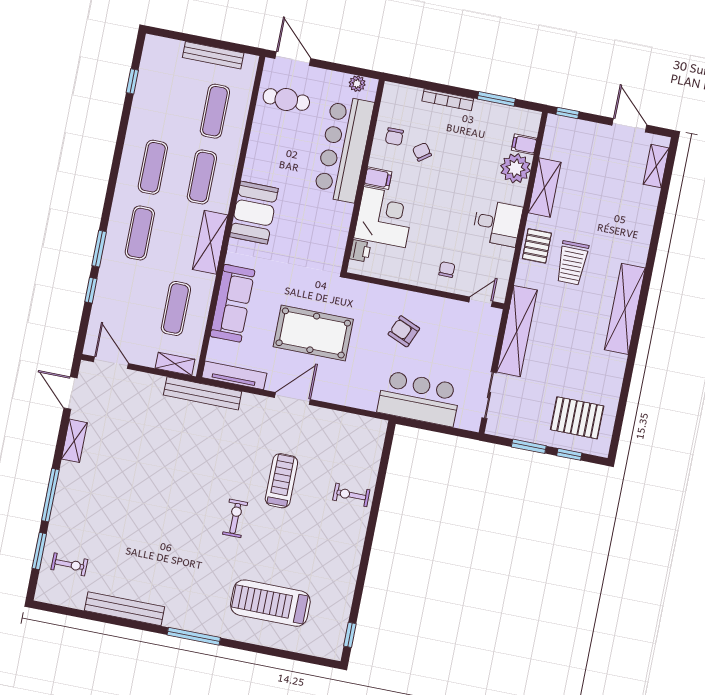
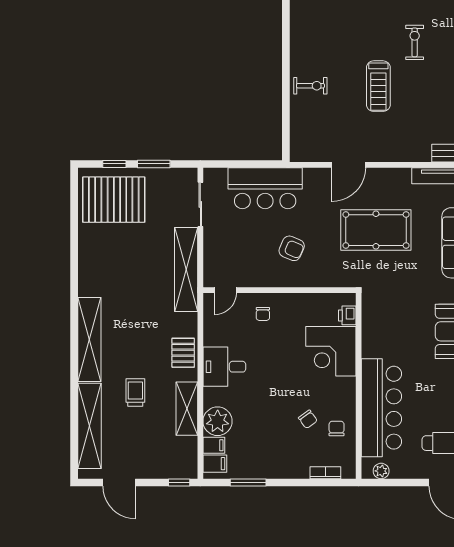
bookcase: (448, 100) -> (325, 473), moved, width x0.64
shelving: (656, 166) -> (90, 426), width x2.20, depth x1.33
filing cabinet: (378, 178) -> (215, 464), moved, turned 180
trolley: (572, 263) -> (135, 392), moved, width x0.73, depth x0.72
shelving: (625, 309) -> (89, 339), moved
door: (292, 399) -> (349, 165), moved
pallet: (577, 418) -> (114, 200), width x1.37, depth x1.41
exercise bike: (235, 518) -> (415, 42), turned 180

